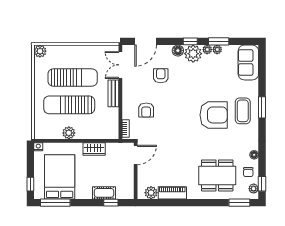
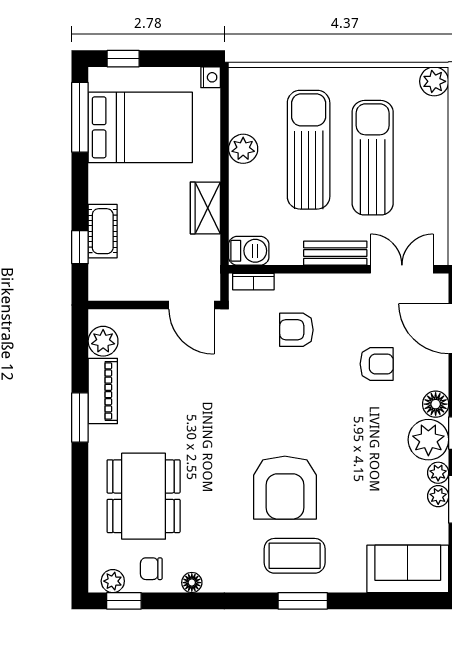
sun lounger: (73, 78) -> (373, 158), turned 180
barbecue: (112, 130) -> (249, 251), added
window: (239, 203) -> (80, 418), moved

